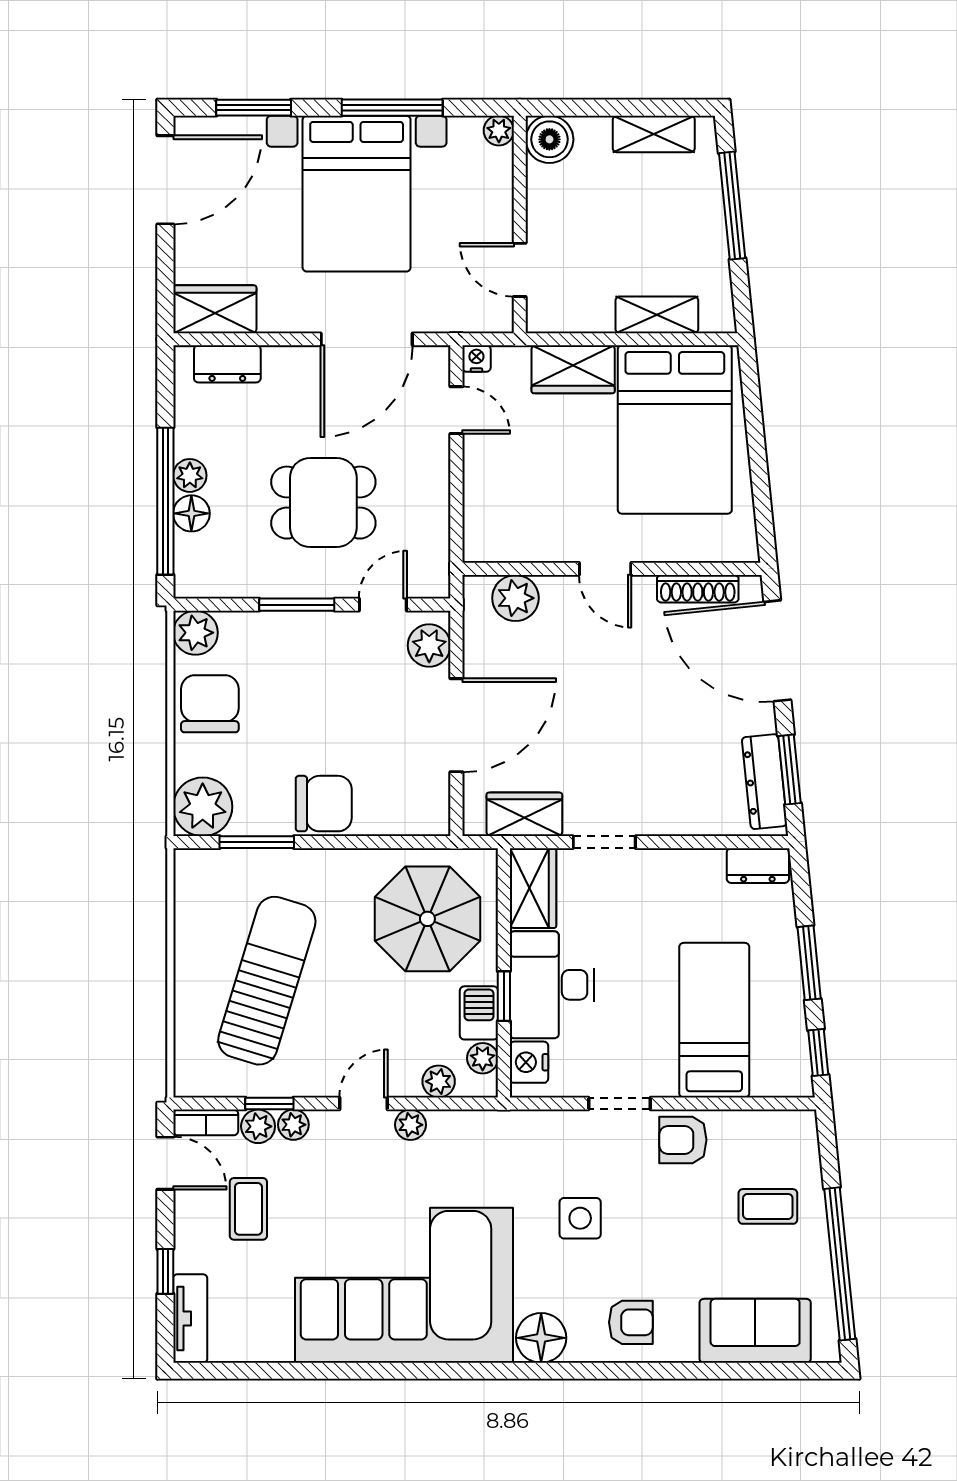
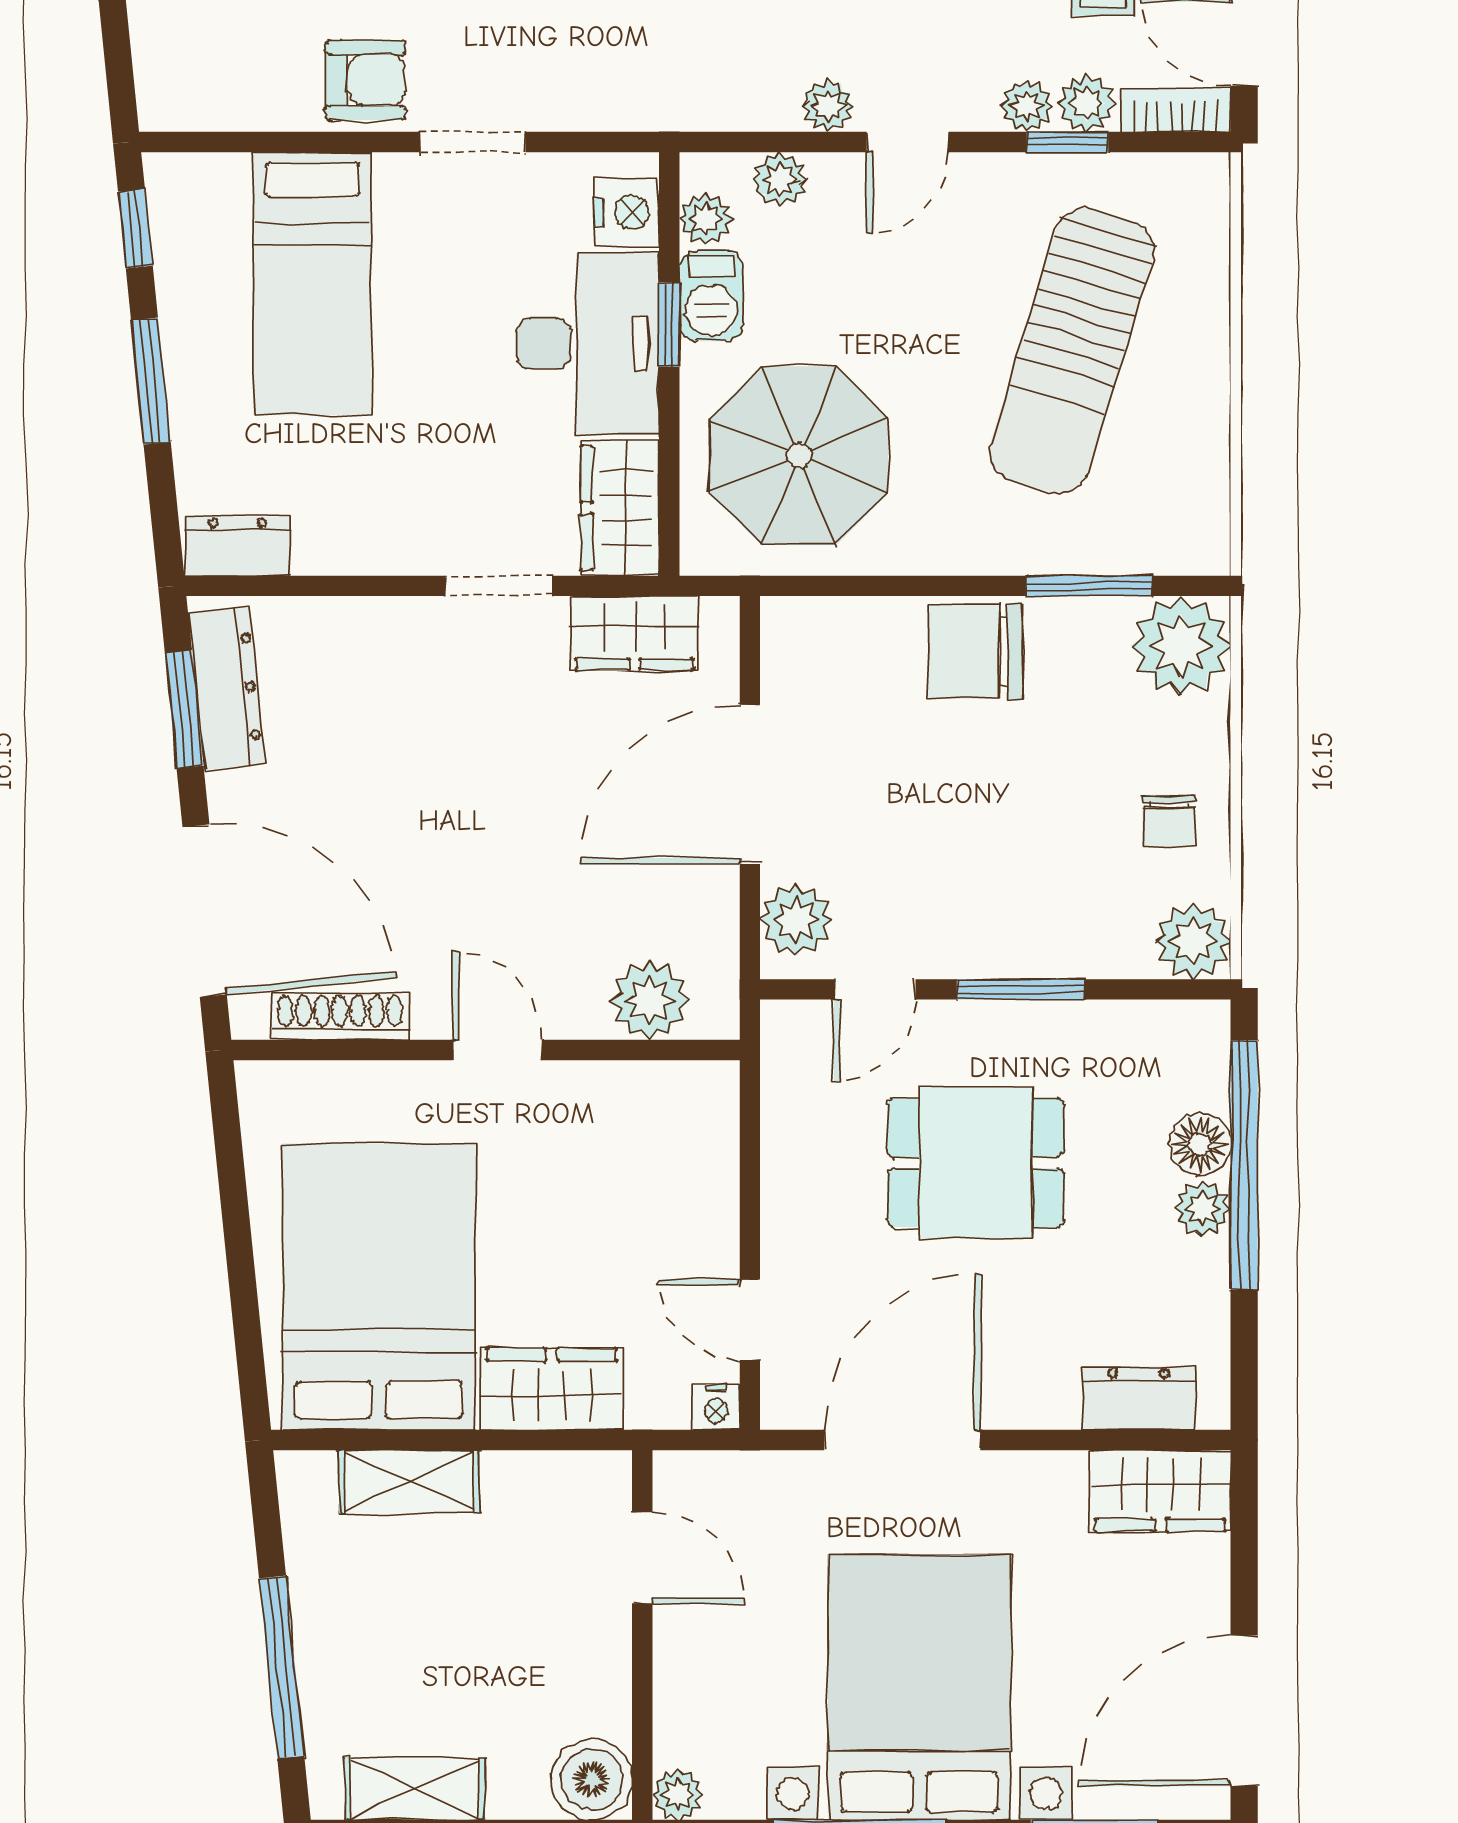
chair: (210, 704) -> (1169, 821), width x0.54, depth x0.54

